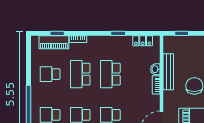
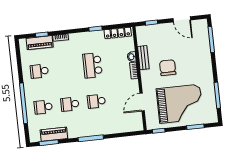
locker: (143, 41) -> (118, 33), width x1.53
bench: (168, 72) -> (143, 58), width x0.73
school desk: (80, 74) -> (66, 68), removed

